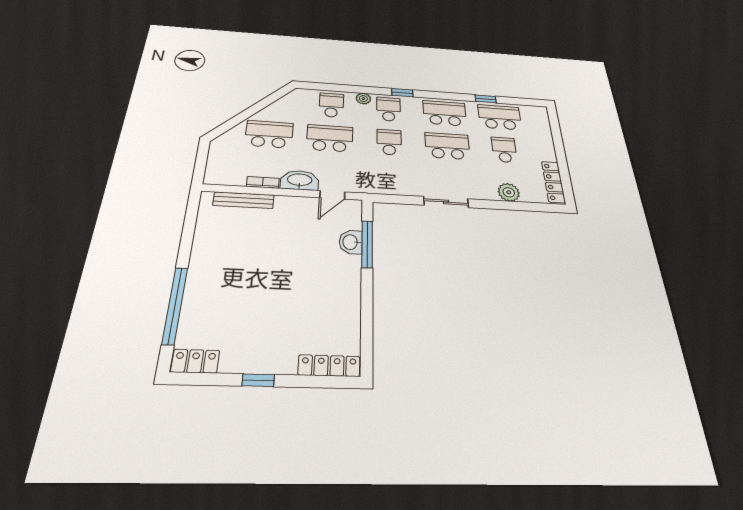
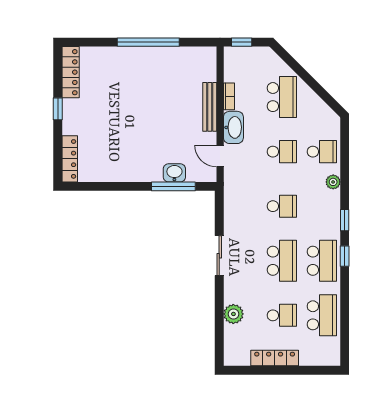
window: (486, 99) -> (345, 256), moved
school desk: (389, 109) -> (322, 206), removed
school desk: (330, 138) -> (282, 152), width x0.54
window: (200, 167) -> (242, 42), added
locker: (553, 182) -> (275, 358), moved
bench: (244, 200) -> (210, 107), moved
window: (175, 305) -> (148, 42), moved
locker: (195, 361) -> (71, 72), width x1.53

